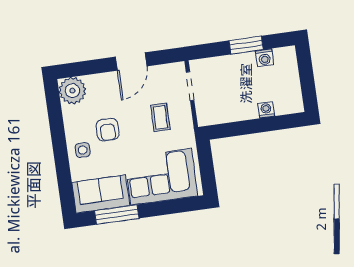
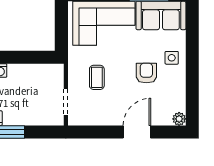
door: (131, 61) -> (137, 132), moved
plant: (72, 91) -> (179, 119), width x0.53, depth x0.53

